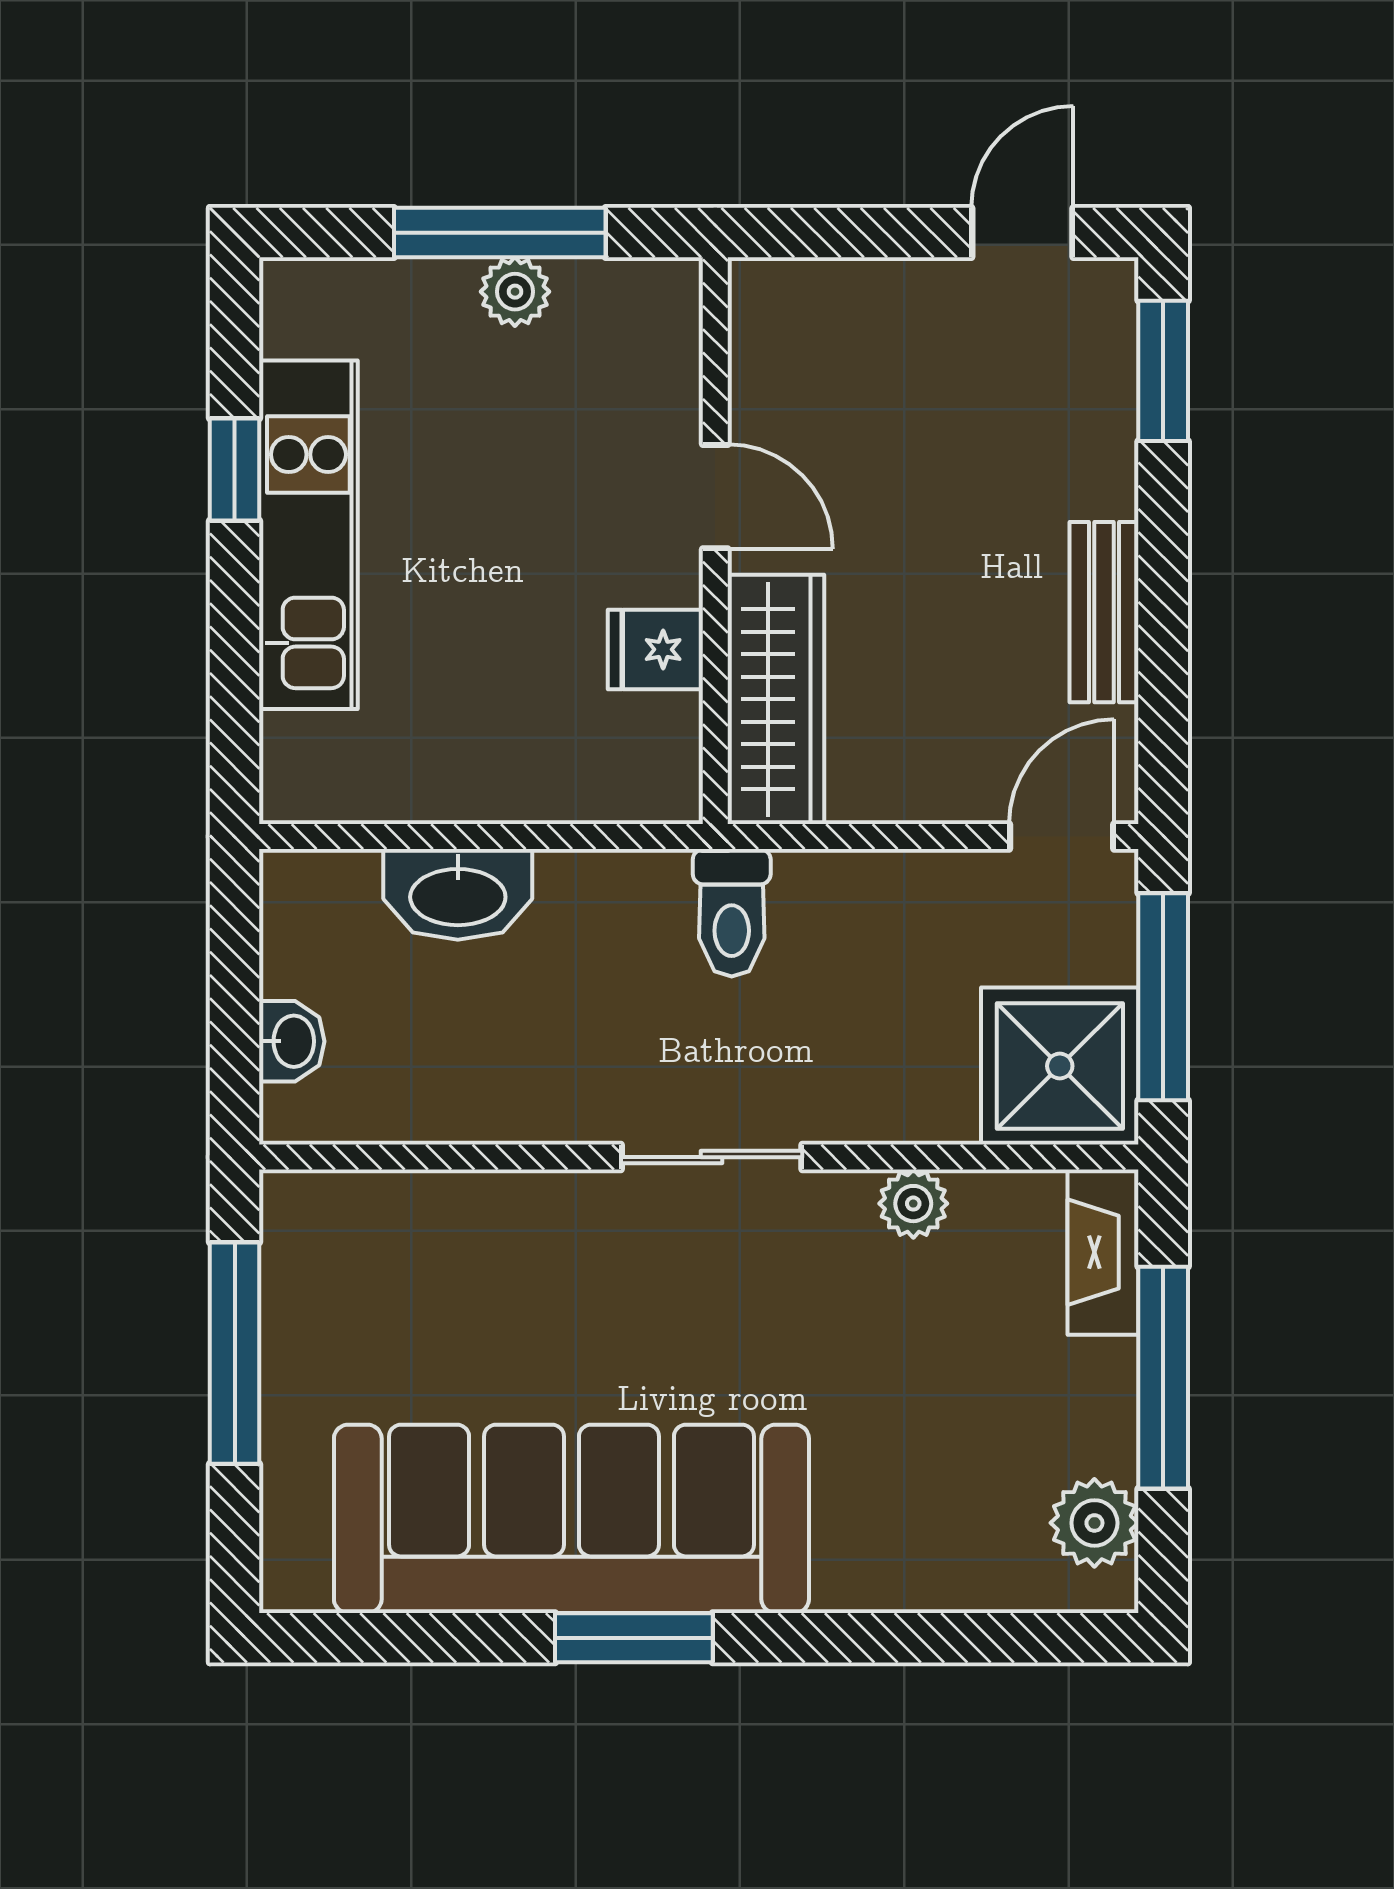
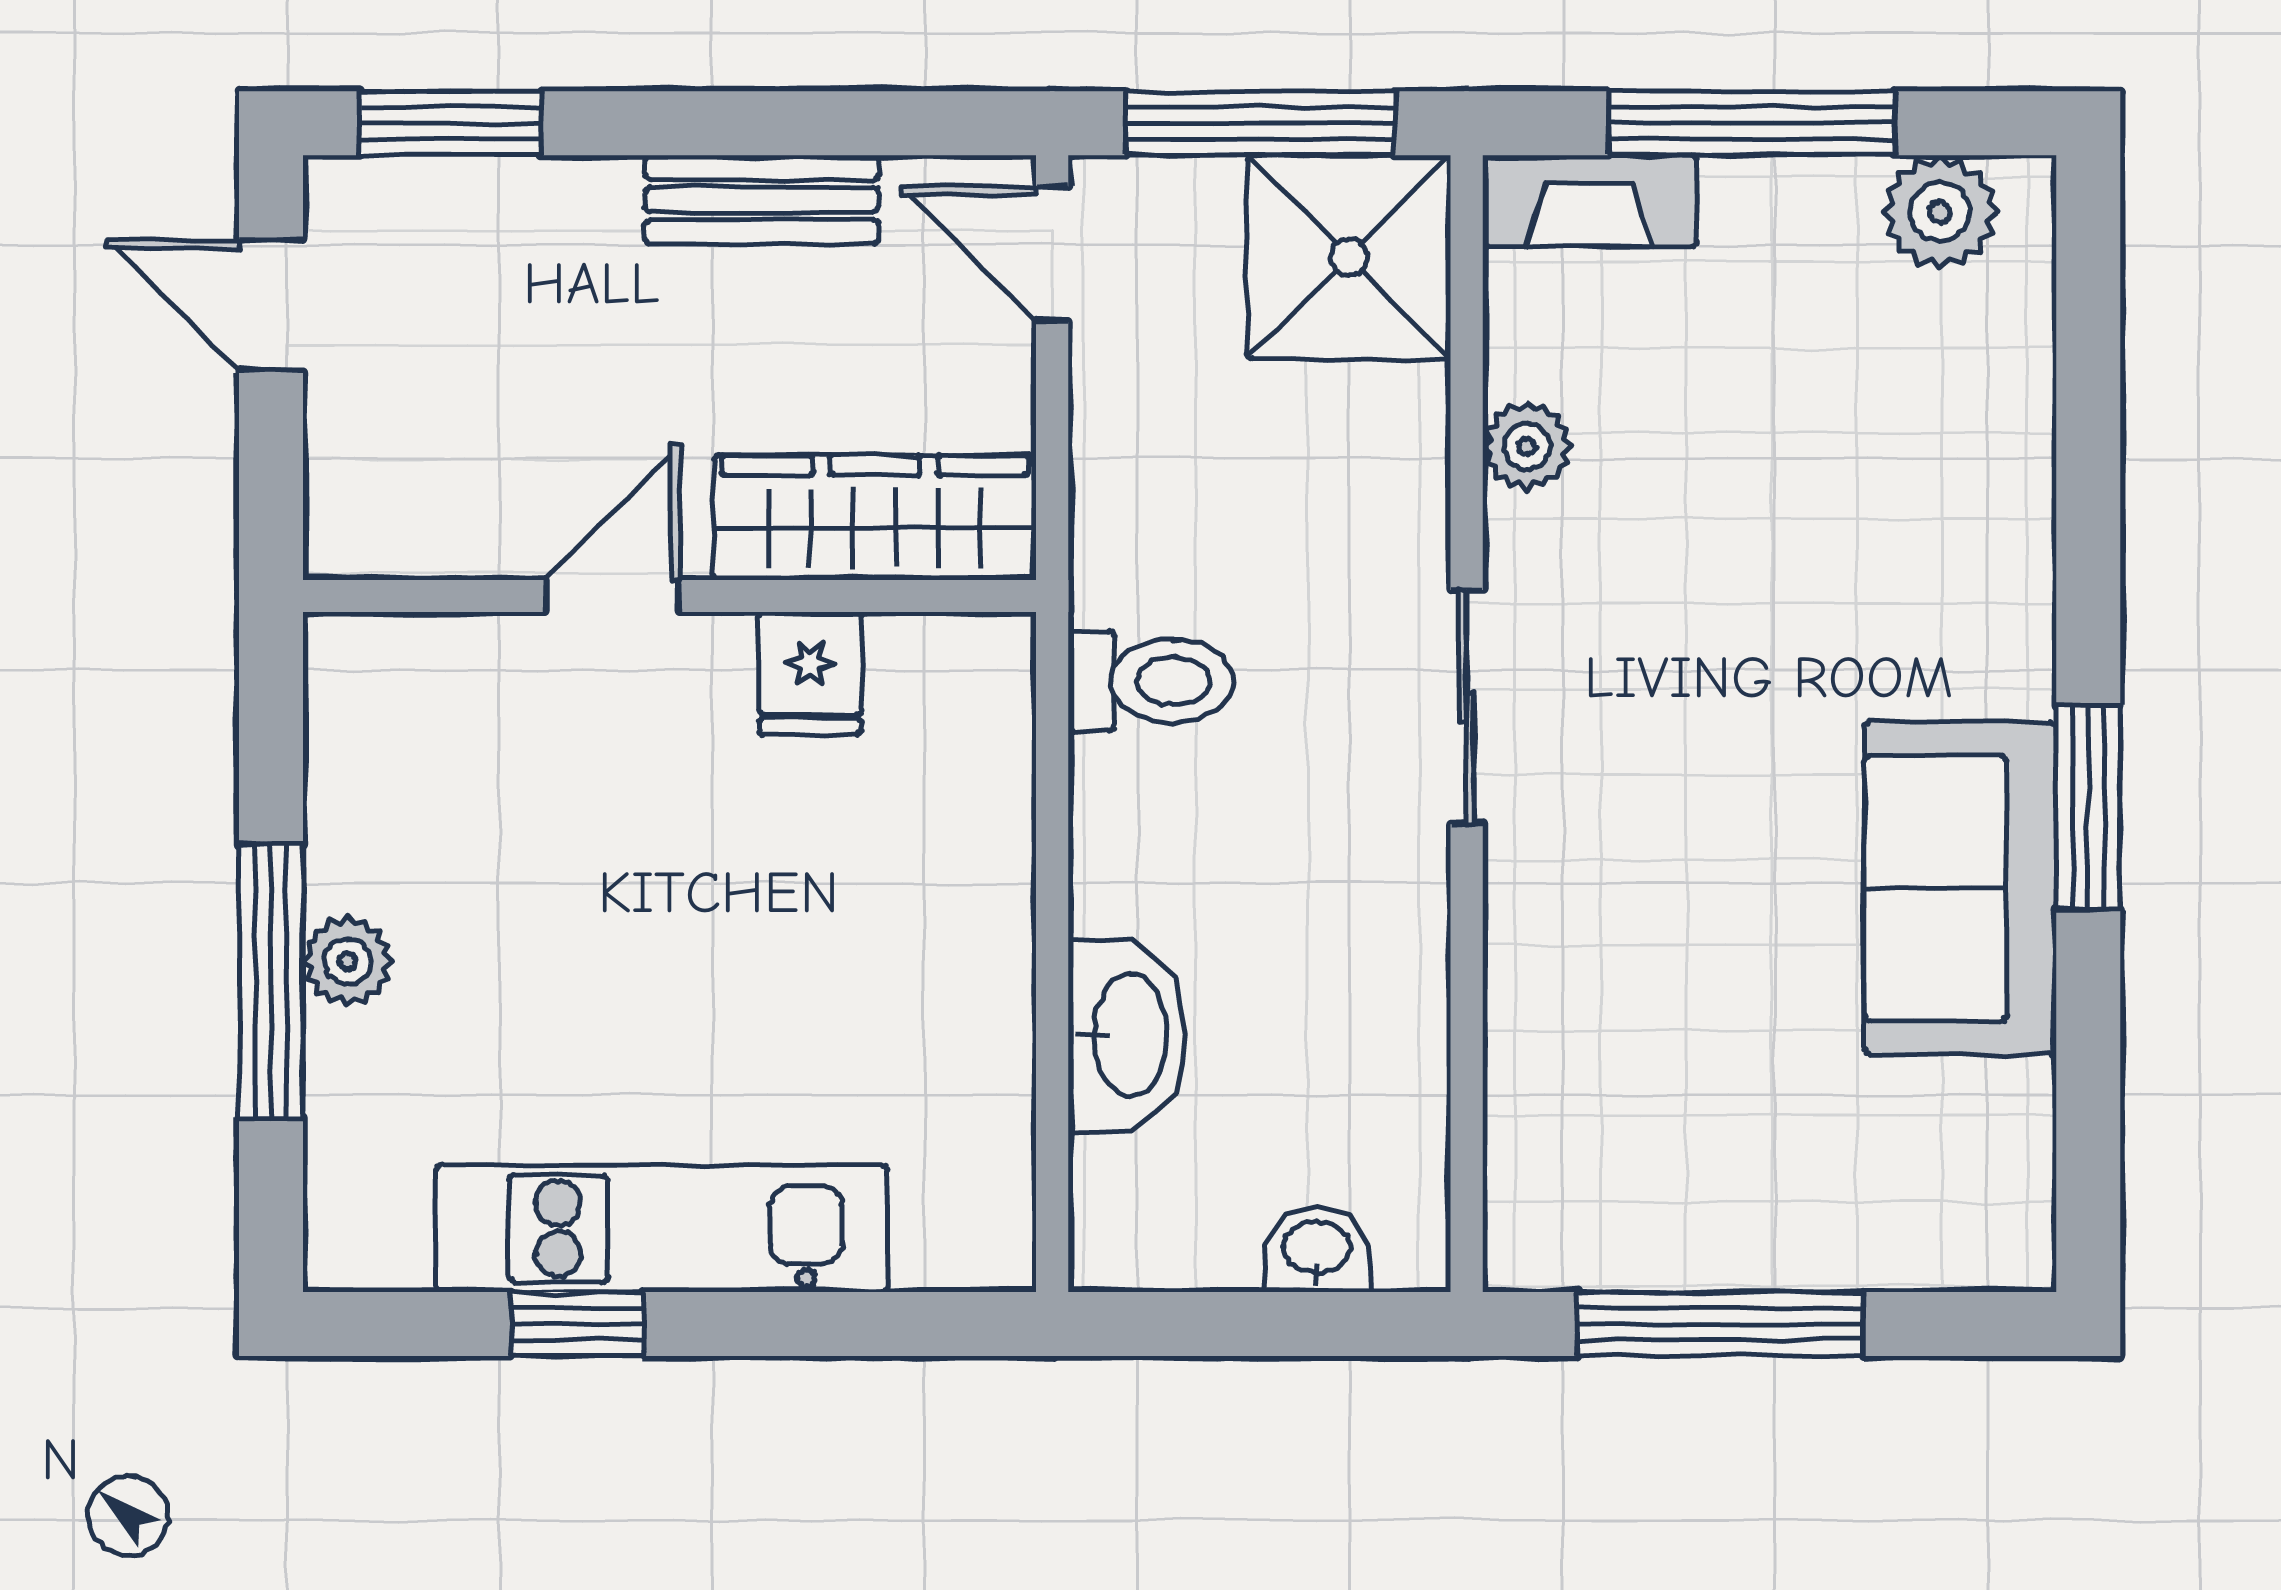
door: (715, 497) -> (613, 596), moved
wall: (715, 541) -> (670, 596), moved
fridge: (655, 649) -> (810, 673), moved
wardrobe: (776, 699) -> (875, 518), moved
sofa: (571, 1519) -> (1960, 888), width x0.54, depth x0.79

